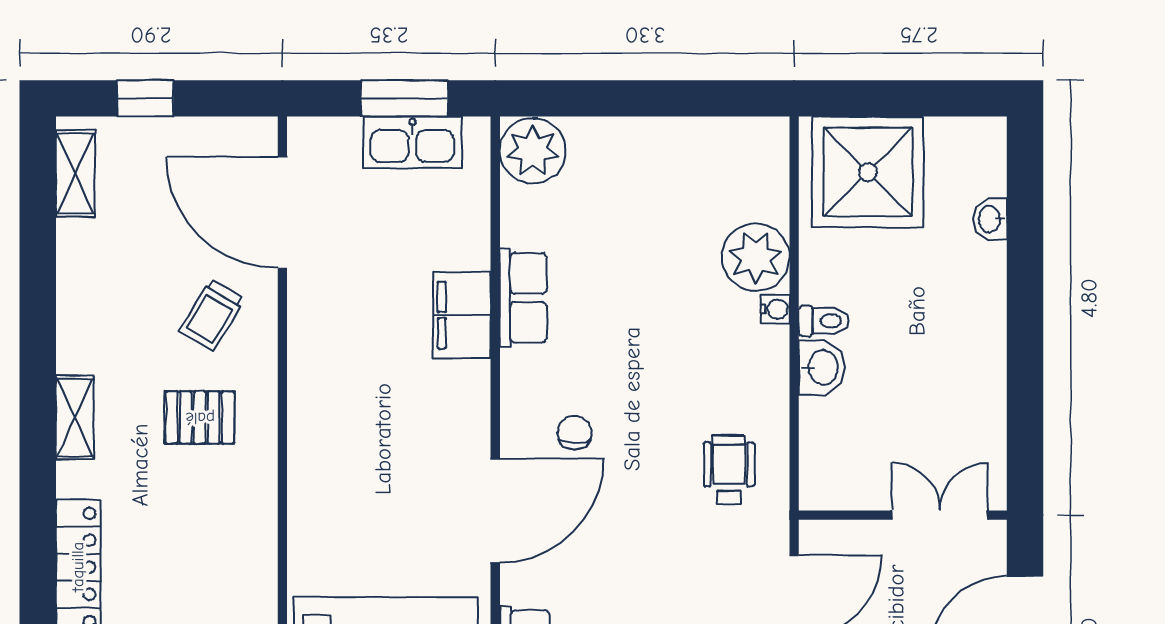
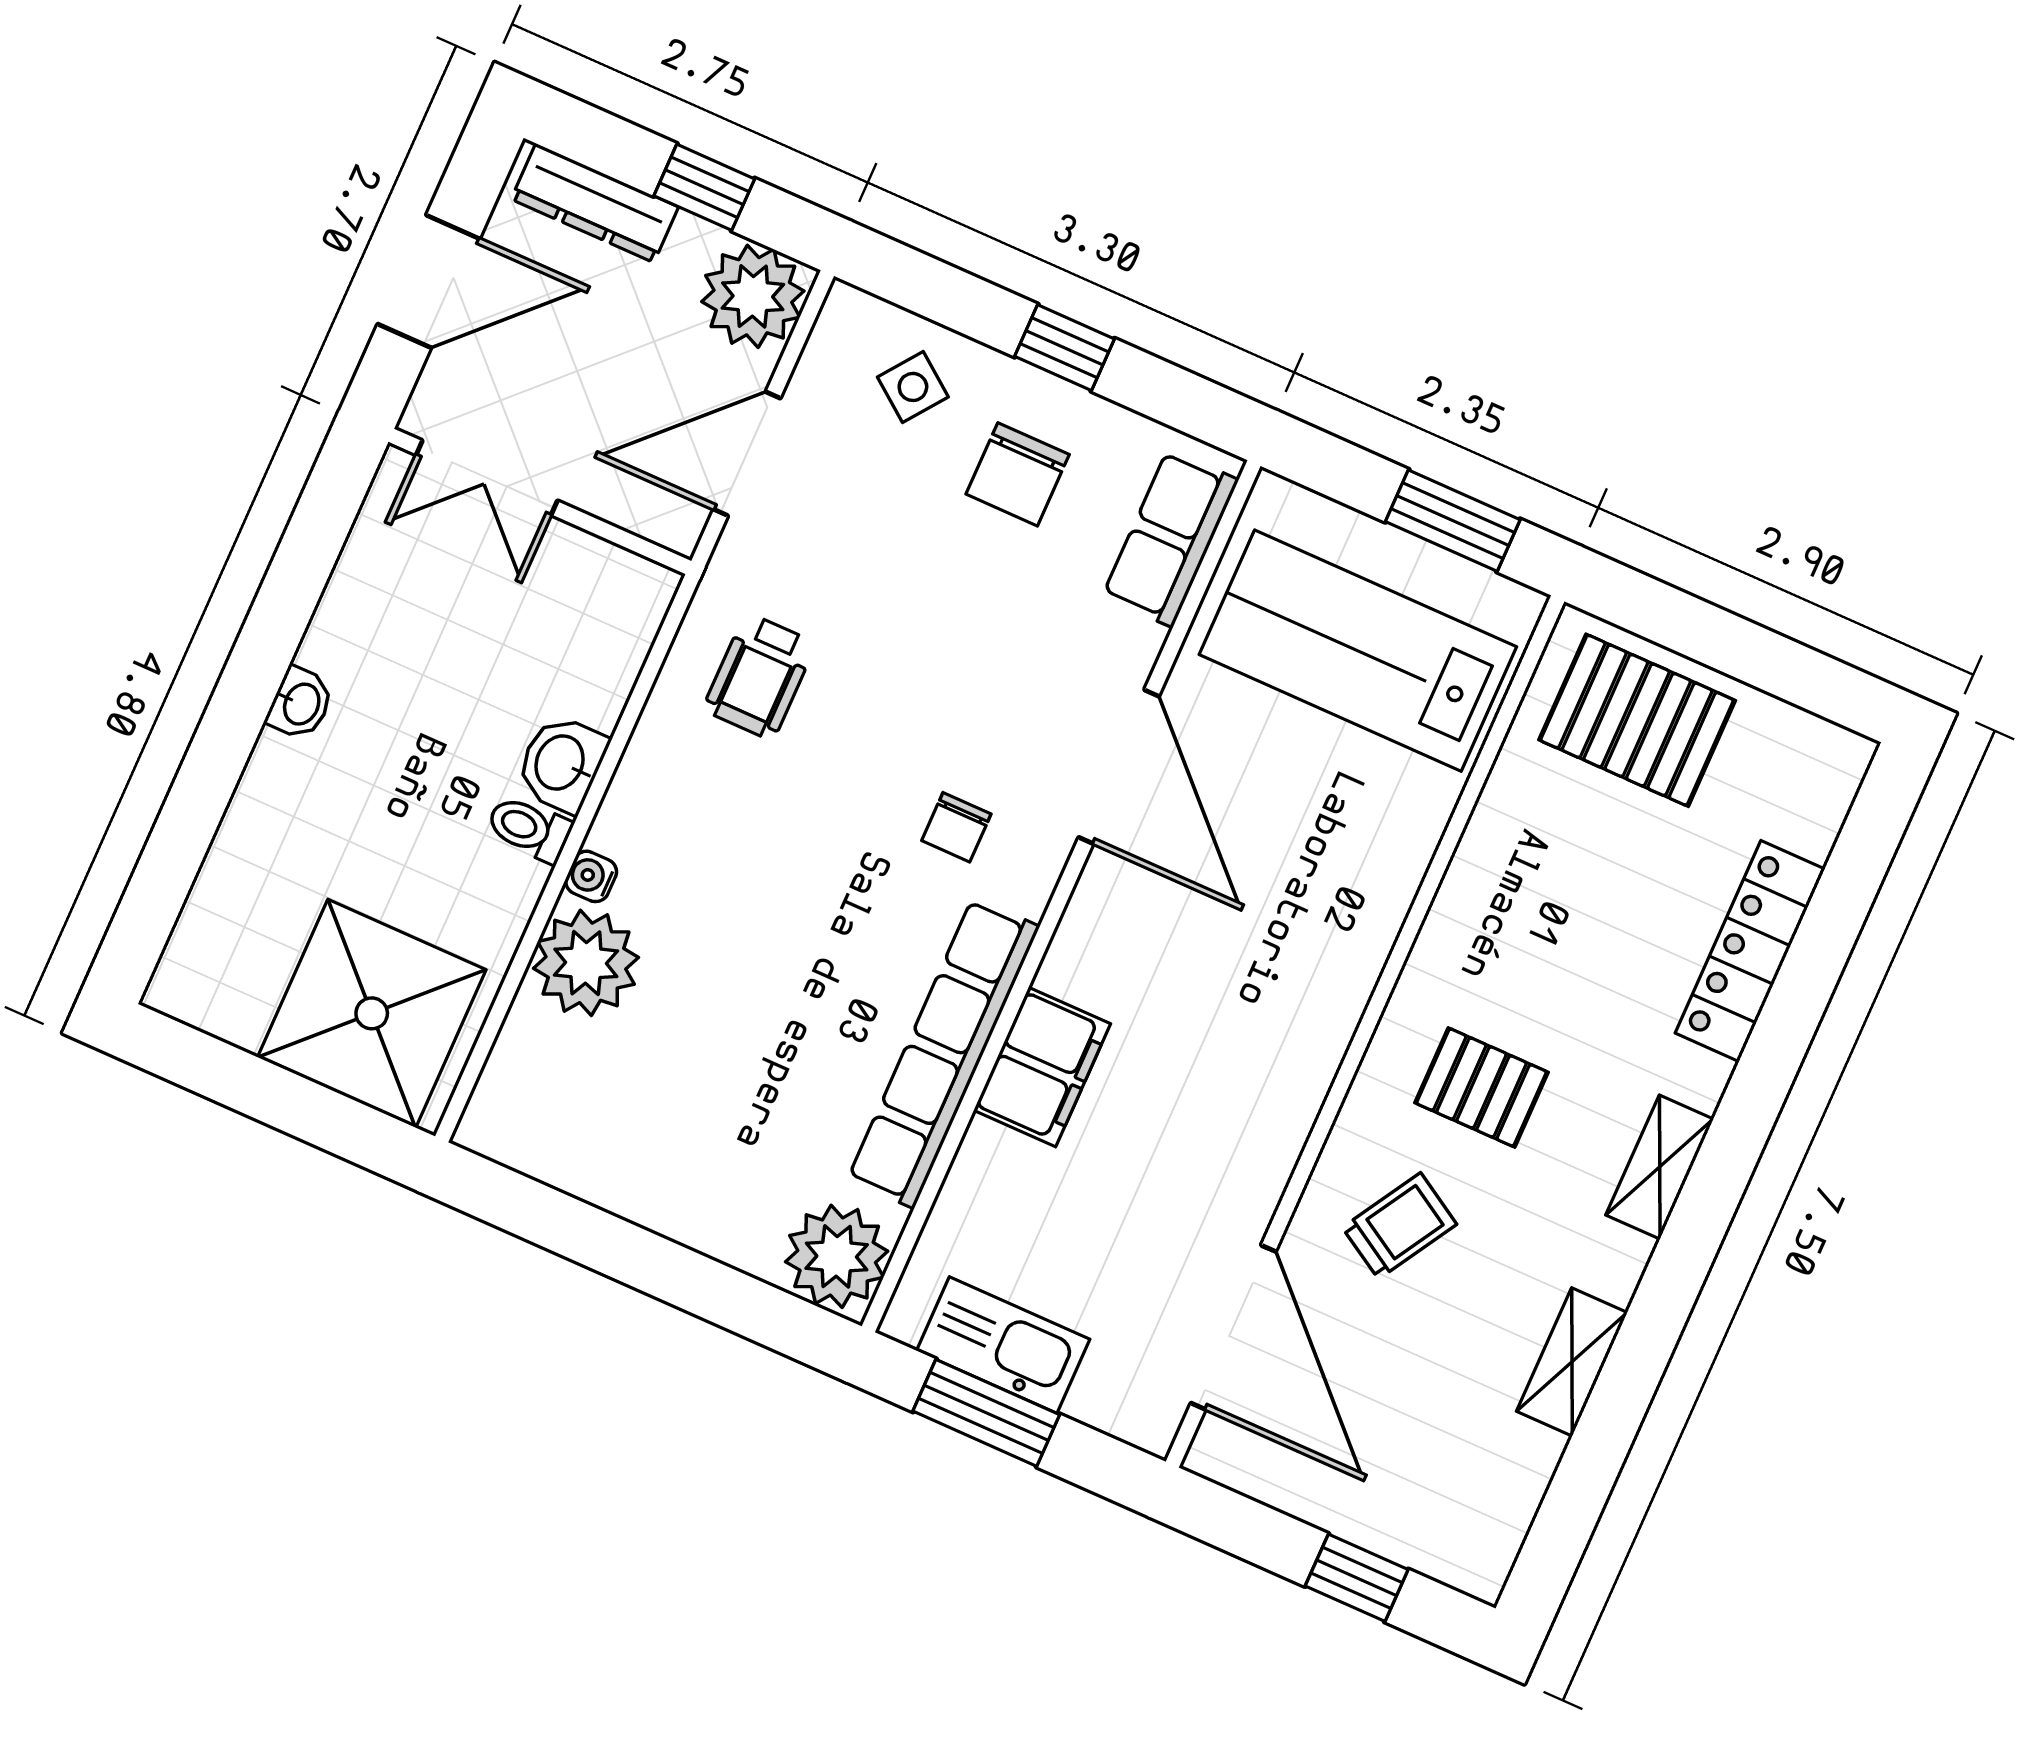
shelving: (75, 174) -> (1572, 1362), moved
washbasin: (990, 219) -> (300, 703), moved
row of seats: (523, 298) -> (944, 1053), width x2.02
door: (495, 511) -> (1119, 767), swing flipped

